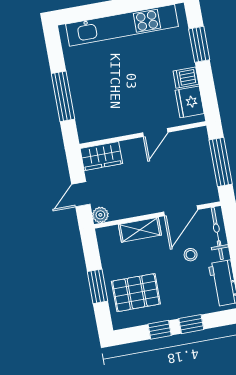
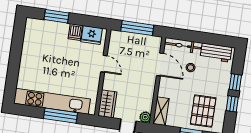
kitchen unit: (122, 25) -> (52, 101), moved, turned -90
shelving: (140, 230) -> (161, 111), moved

